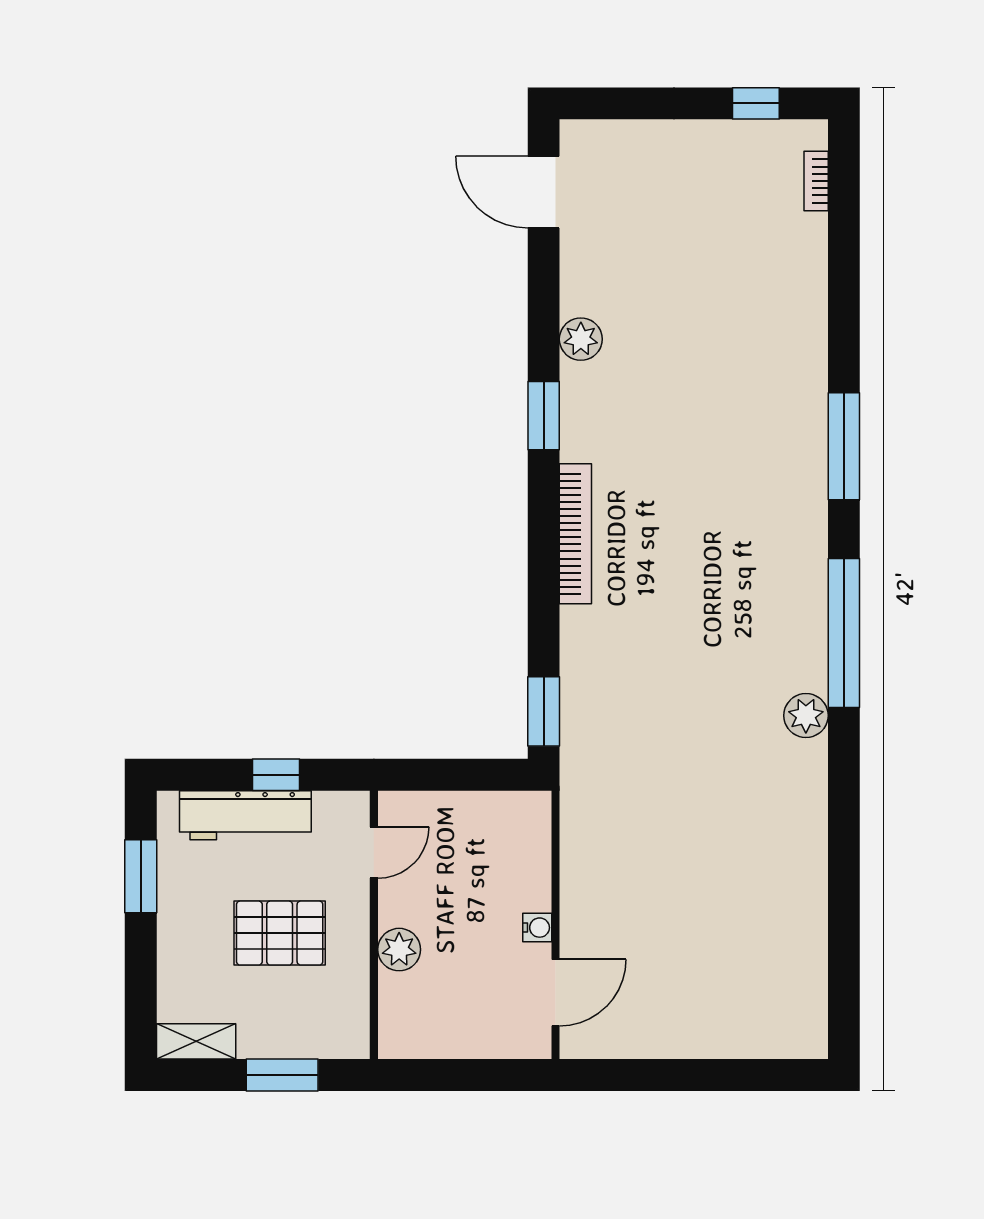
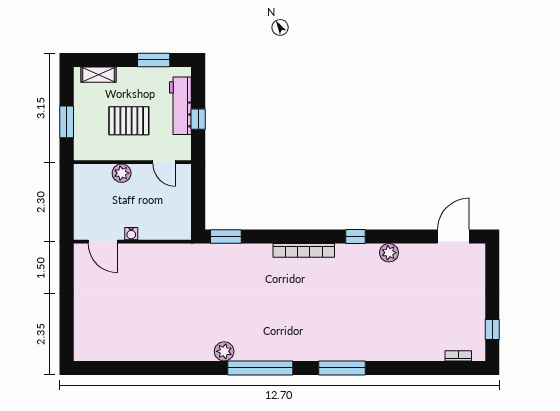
window: (544, 416) -> (355, 236), width x0.67
pallet: (280, 933) -> (129, 121), turned 90
shelving: (196, 1041) -> (98, 75), moved, turned 90

